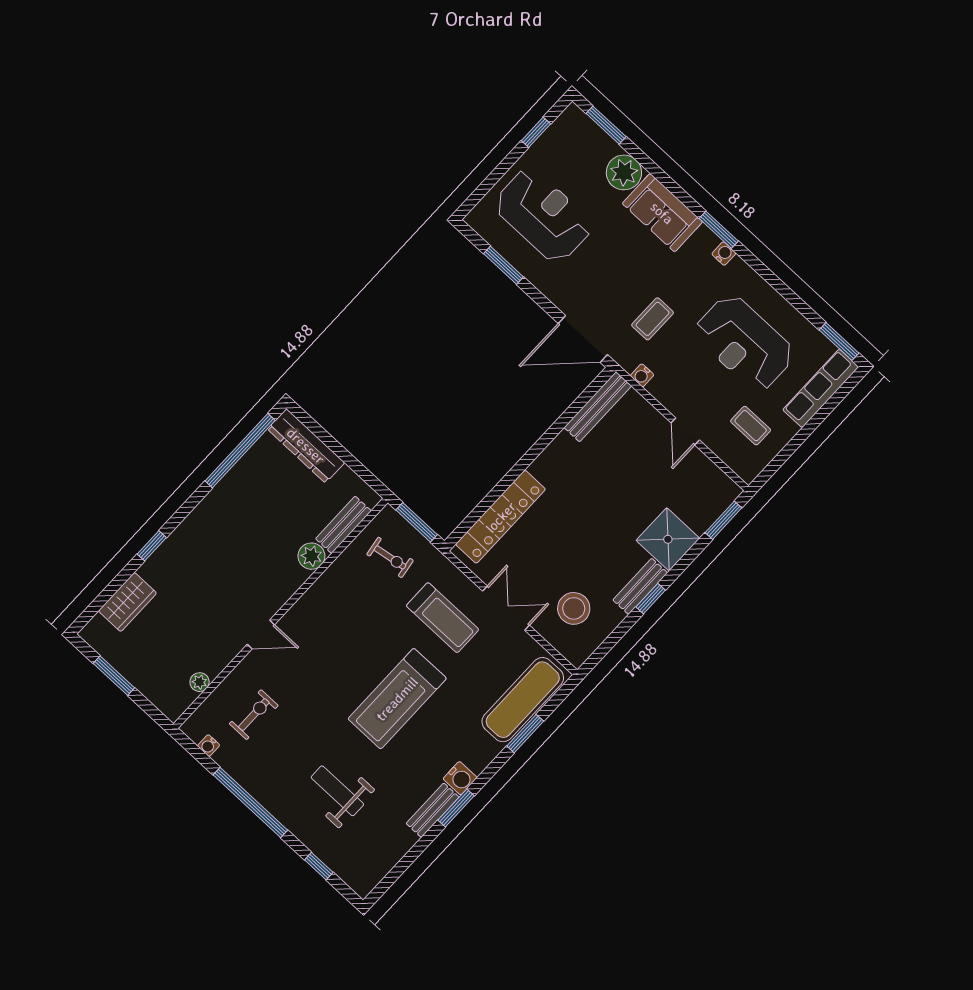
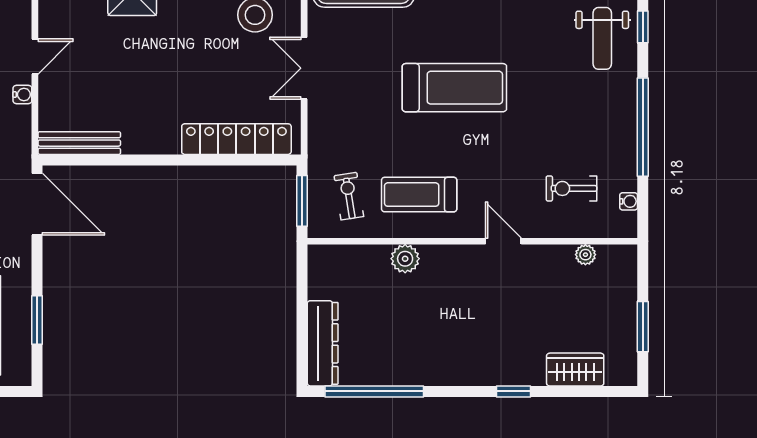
water cooler: (642, 375) -> (22, 94), moved
bench: (343, 525) -> (357, 256), removed
treadmill: (443, 618) -> (419, 195), moved, turned -90
weight bench: (337, 791) -> (602, 38), moved

